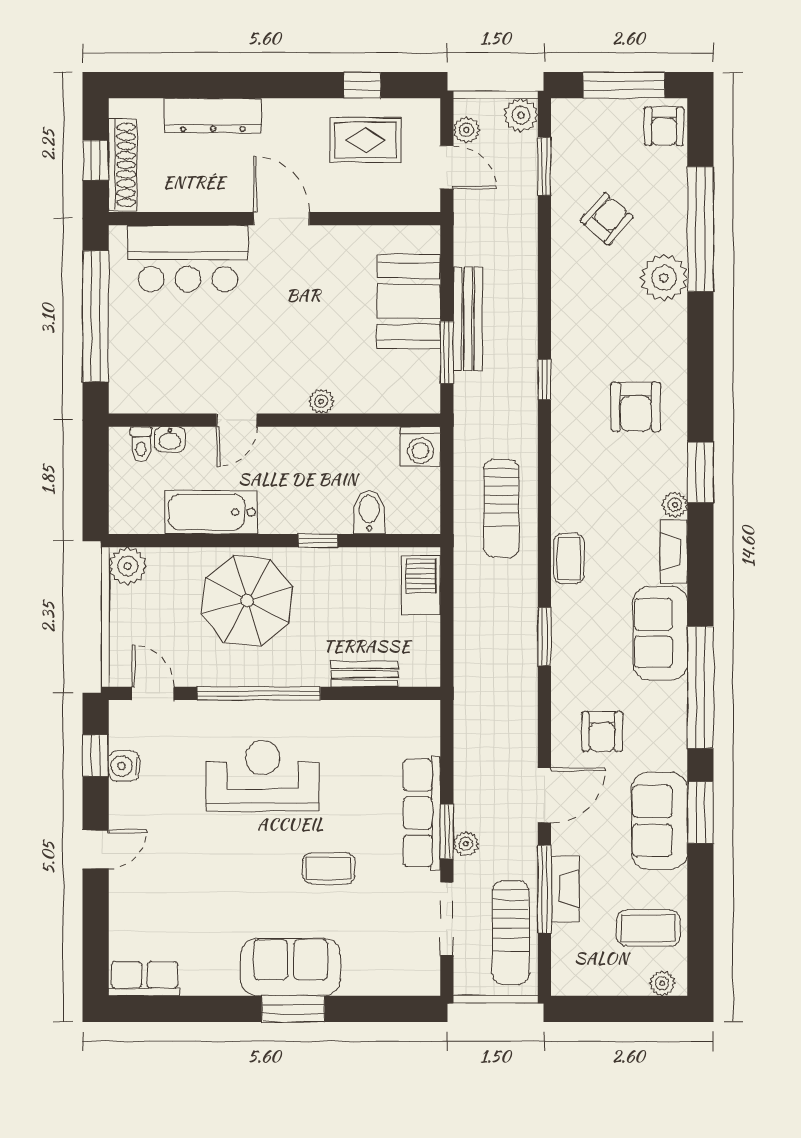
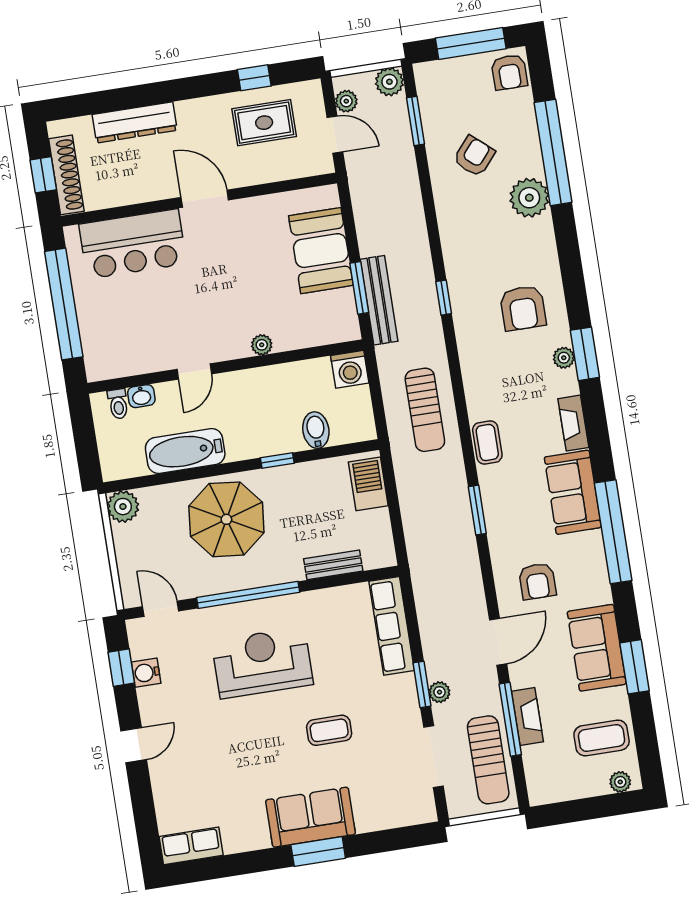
bench: (468, 319) -> (379, 300), moved
plant: (675, 505) -> (564, 358), moved
window: (700, 812) -> (635, 667), moved
row of seats: (422, 813) -> (392, 626), moved

